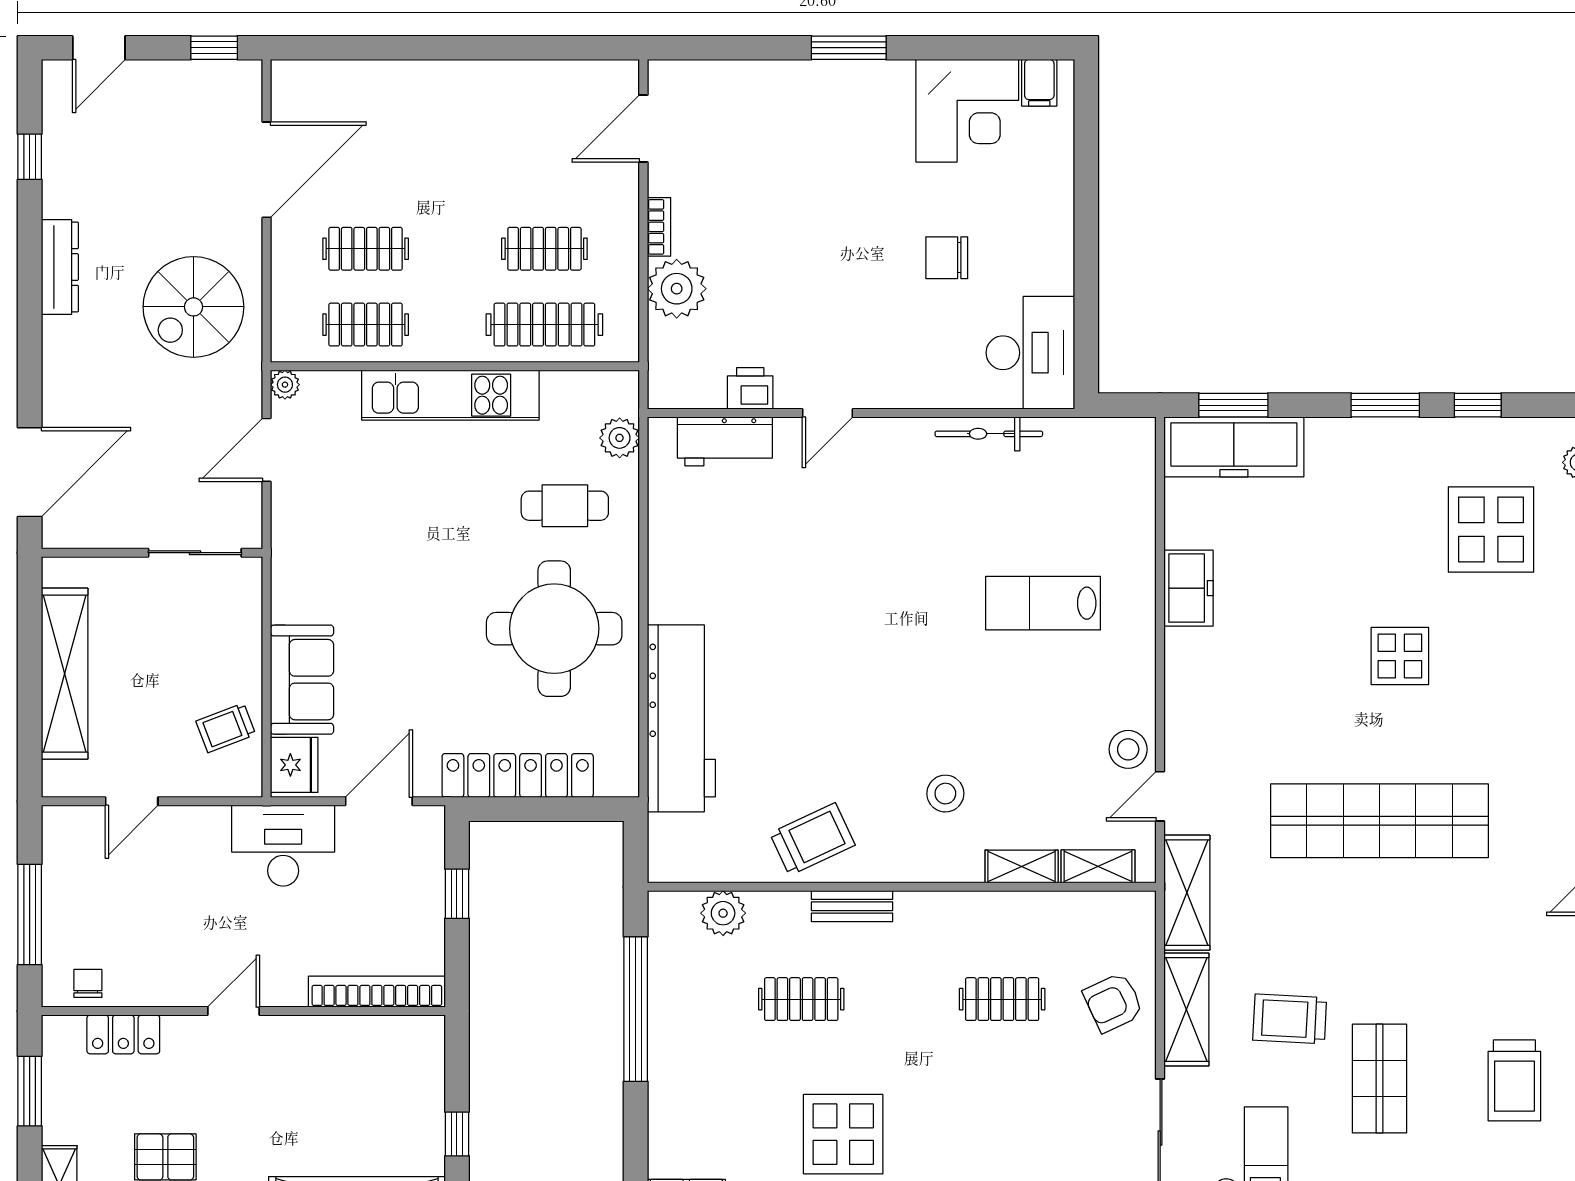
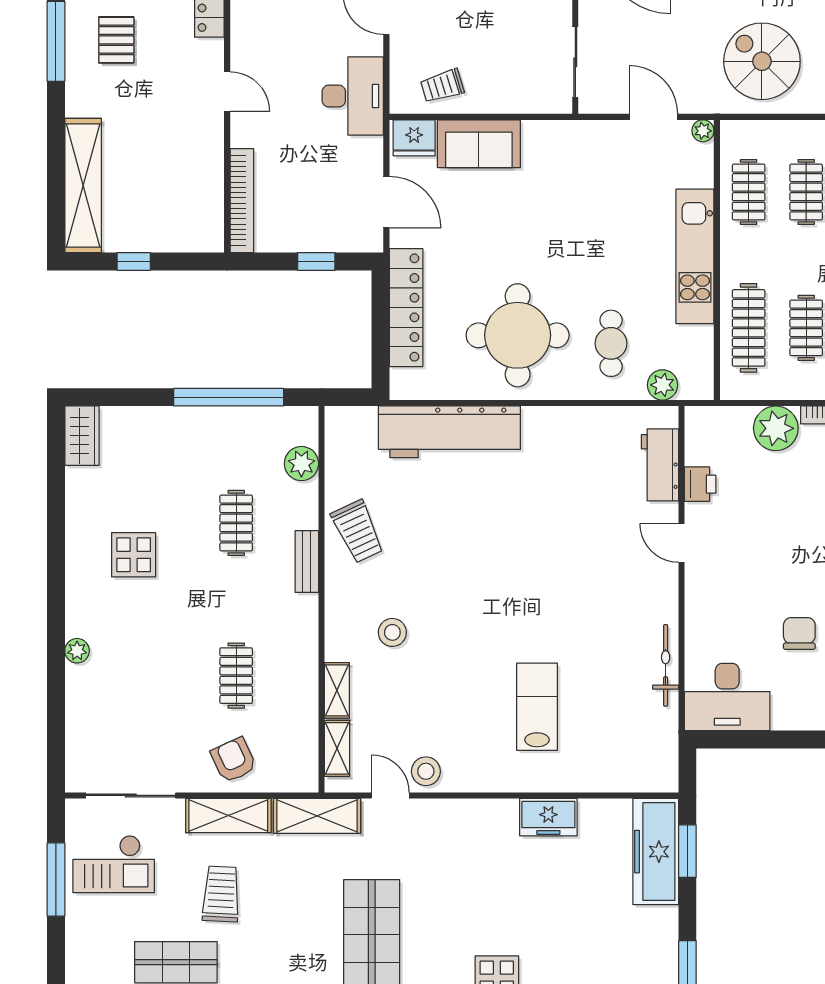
trolley: (226, 728) -> (442, 86), turned -86
desk: (283, 846) -> (353, 96), moved
display table: (843, 1134) -> (134, 555), width x0.73, depth x0.73

